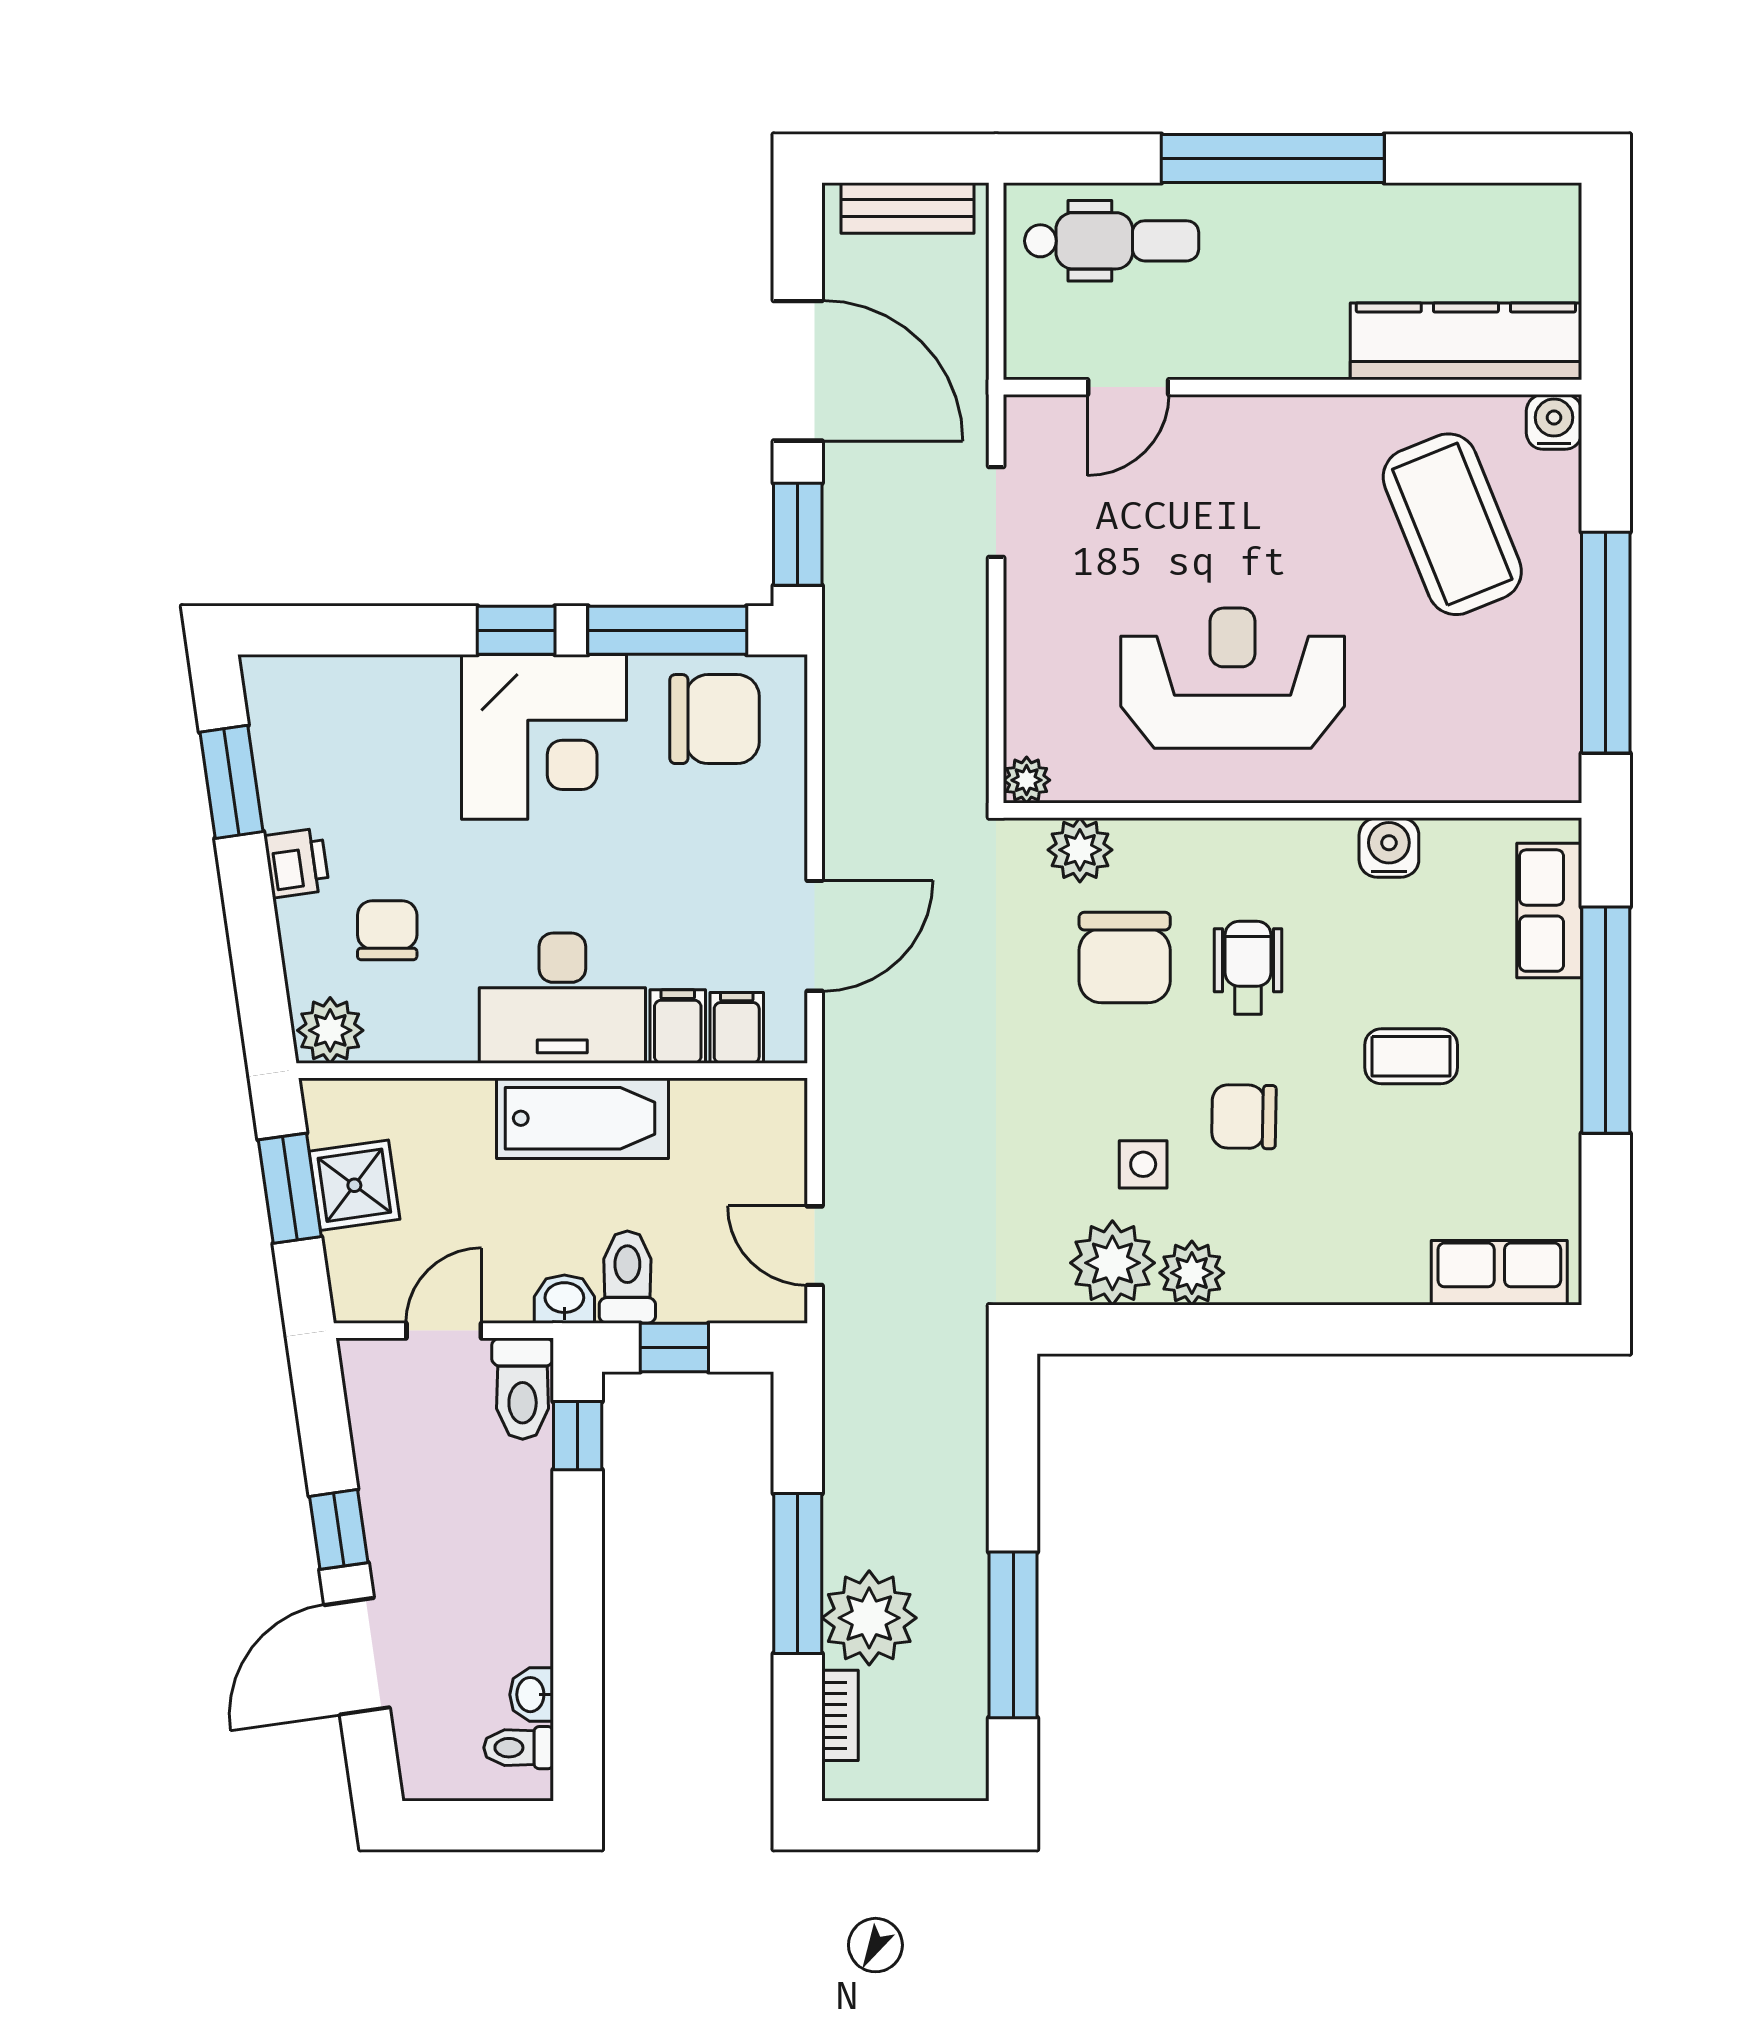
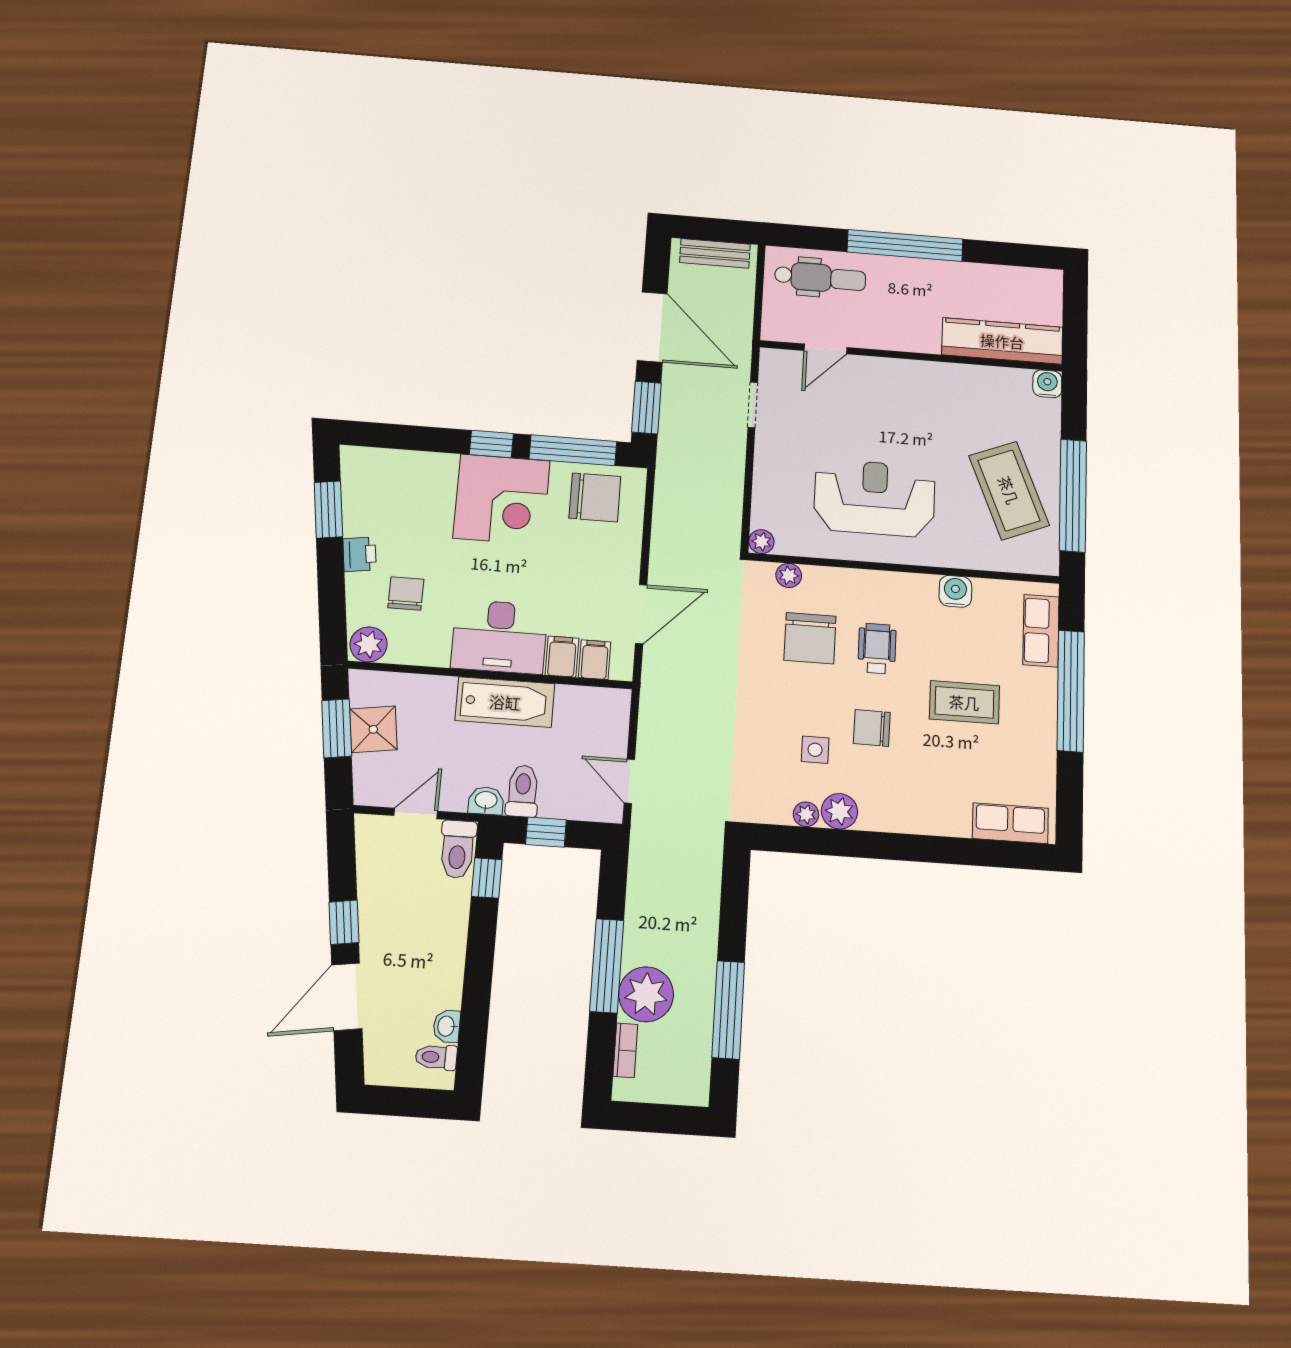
coffee table: (1452, 524) -> (1009, 490), moved
plant: (1080, 850) -> (789, 575), width x0.73, depth x0.73
coffee table: (1411, 1056) -> (964, 702), width x1.36, depth x1.30
plant: (1112, 1263) -> (806, 814), width x0.53, depth x0.53

